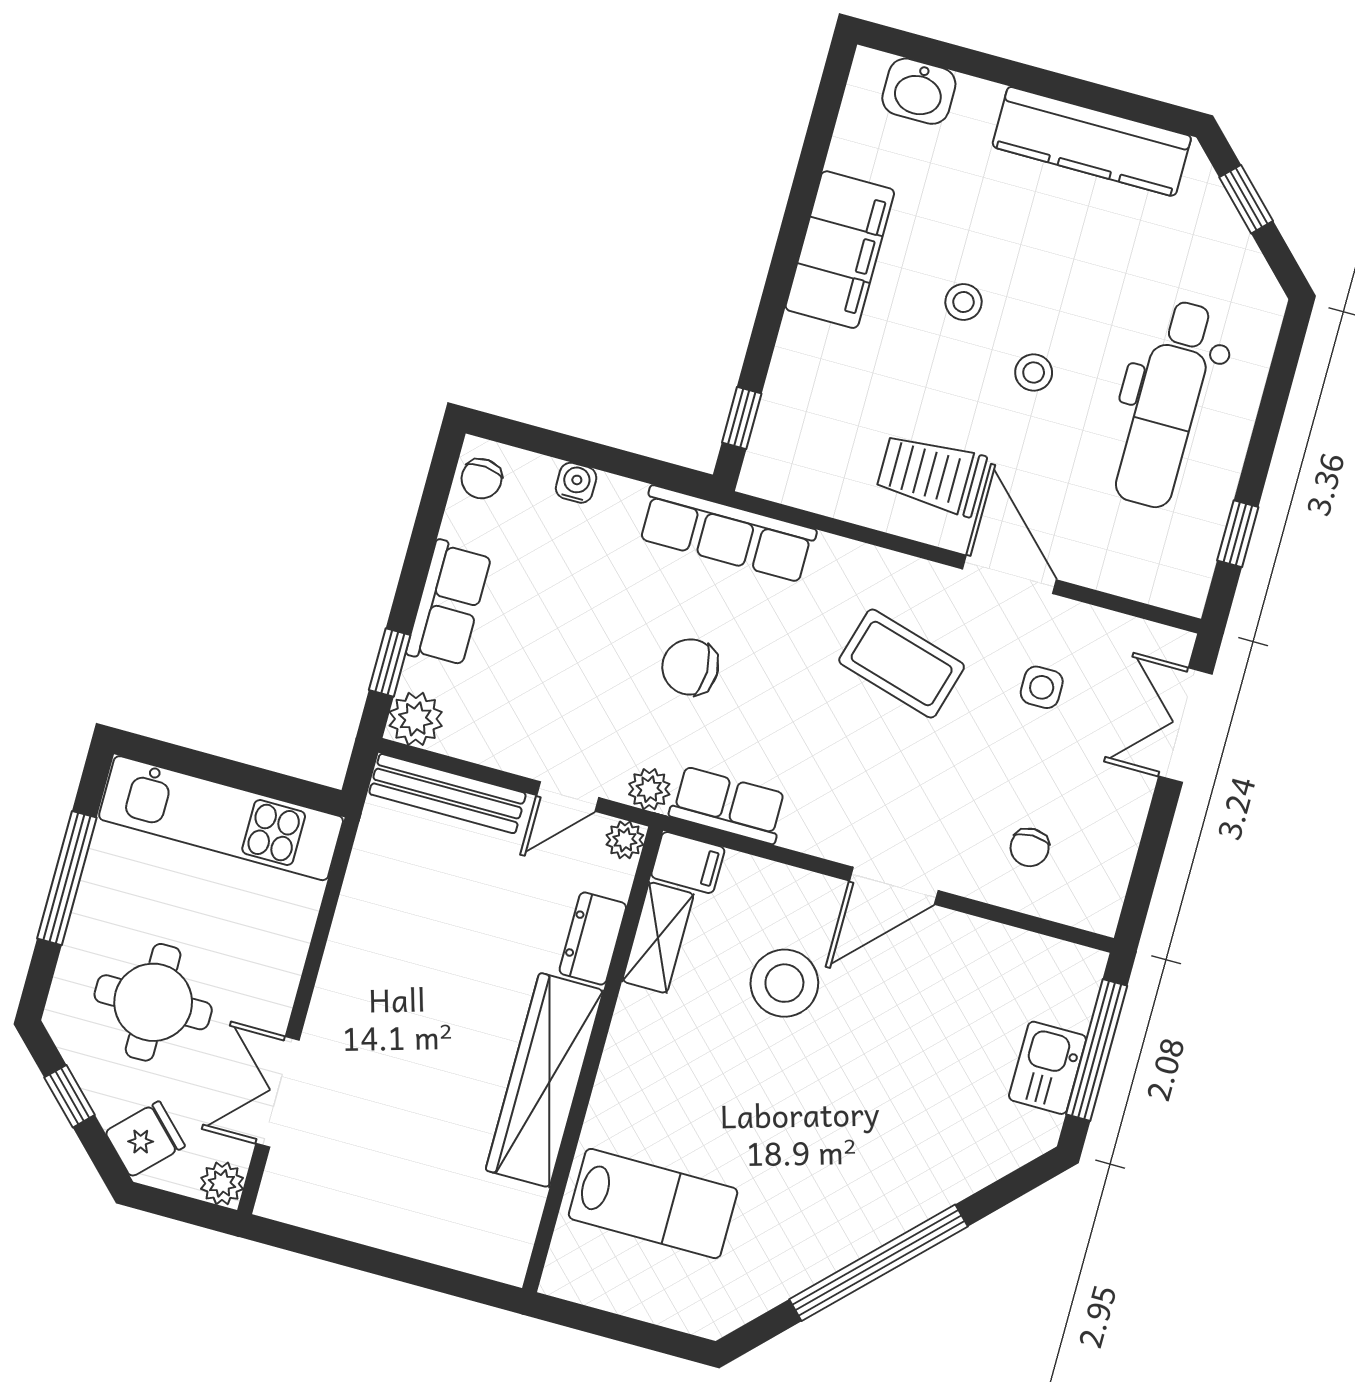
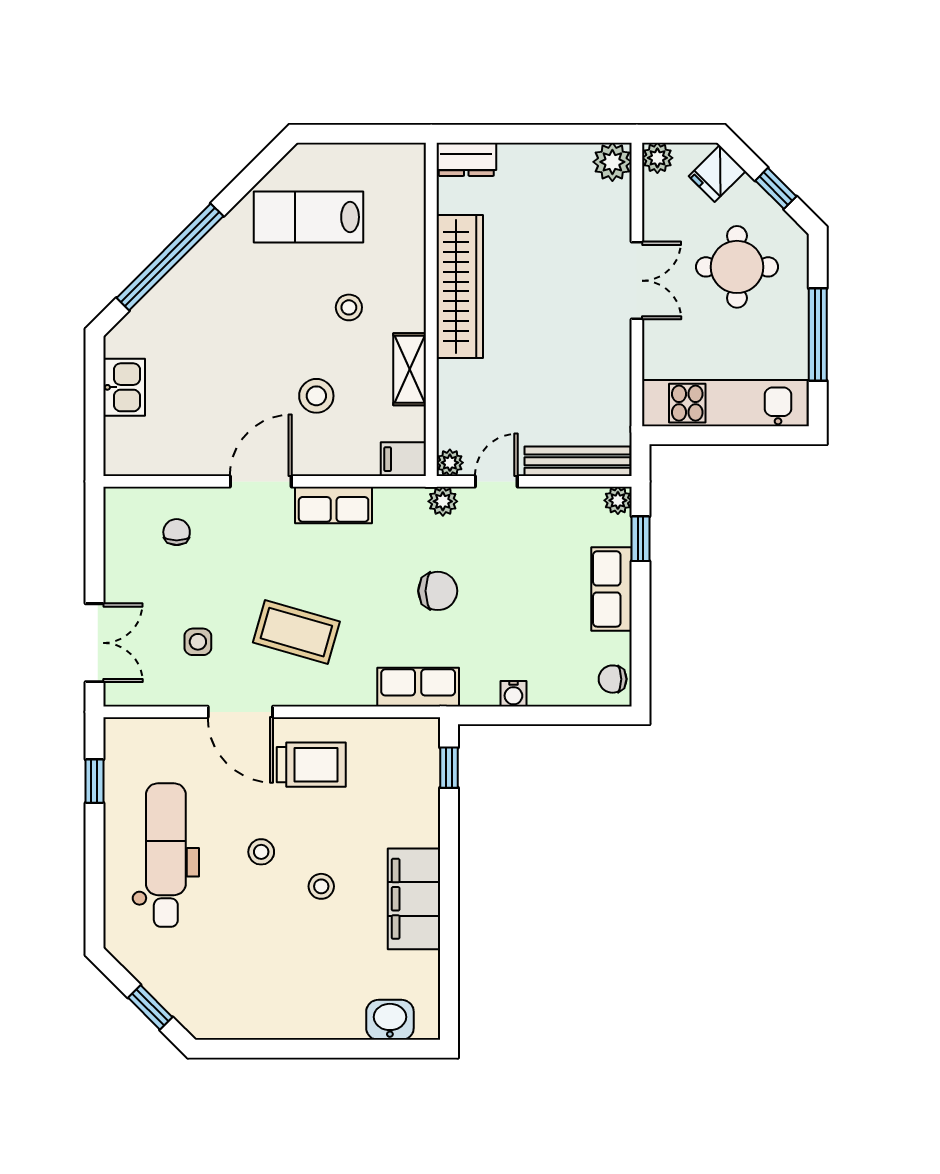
kitchen counter: (1092, 141) -> (265, 1018), removed
chair: (482, 479) -> (613, 679), turned -95
water cooler: (576, 483) -> (513, 694), moved
row of seats: (727, 534) -> (418, 687), width x0.68
plant: (416, 719) -> (618, 500), width x0.73, depth x0.73
row of seats: (728, 805) -> (334, 505), moved
shelving: (658, 938) -> (410, 369), moved
dresser: (593, 939) -> (466, 159), moved, turned 90
stool: (784, 983) -> (316, 396), width x0.73, depth x0.73
window: (1097, 1050) -> (94, 408), removed
double door: (278, 1092) -> (637, 281), moved
stool: (706, 1093) -> (349, 307), added
plant: (286, 1195) -> (612, 162), added
lab bench: (653, 1204) -> (309, 217), moved
window: (878, 1263) -> (170, 257), moved

